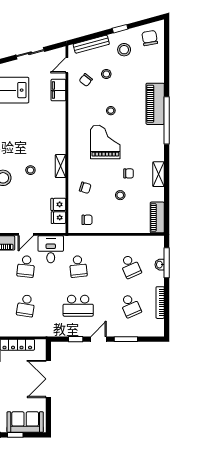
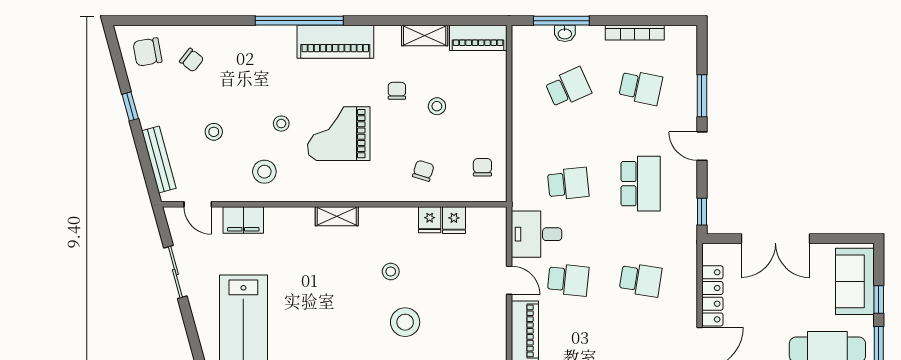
stool: (124, 50) -> (264, 172), moved
chair: (86, 80) -> (192, 60), moved
piano: (155, 104) -> (335, 42), moved
shelving: (61, 166) -> (337, 216), moved
shelving: (159, 174) -> (425, 36), moved
fridge: (59, 218) -> (430, 220), moved
school desk: (130, 306) -> (641, 88), turned 36
window: (76, 339) -> (702, 212), moved

